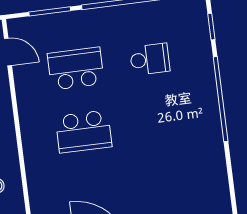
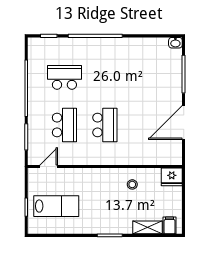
school desk: (150, 59) -> (64, 77), width x1.85
school desk: (76, 69) -> (64, 125), turned 180

